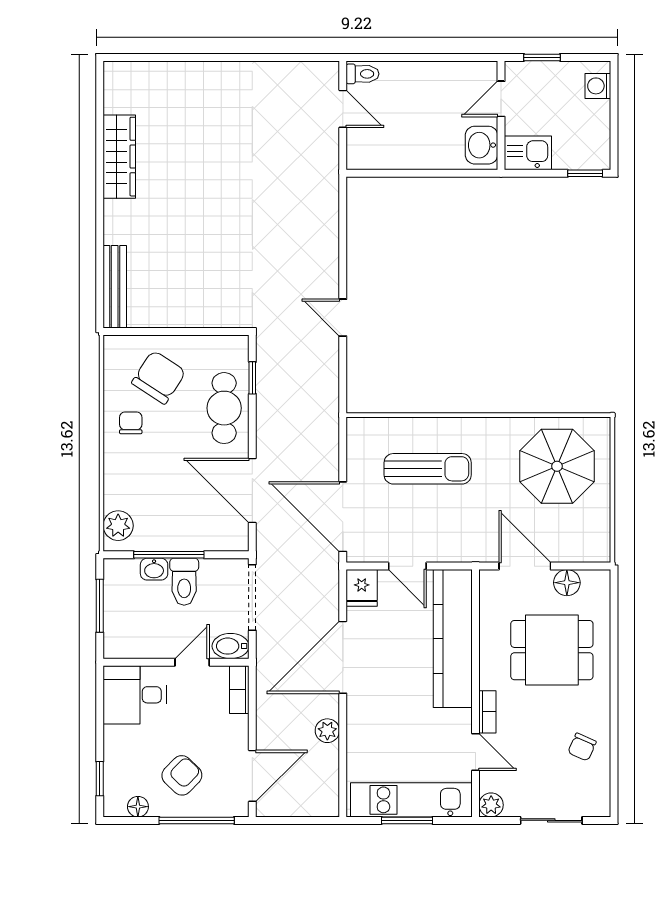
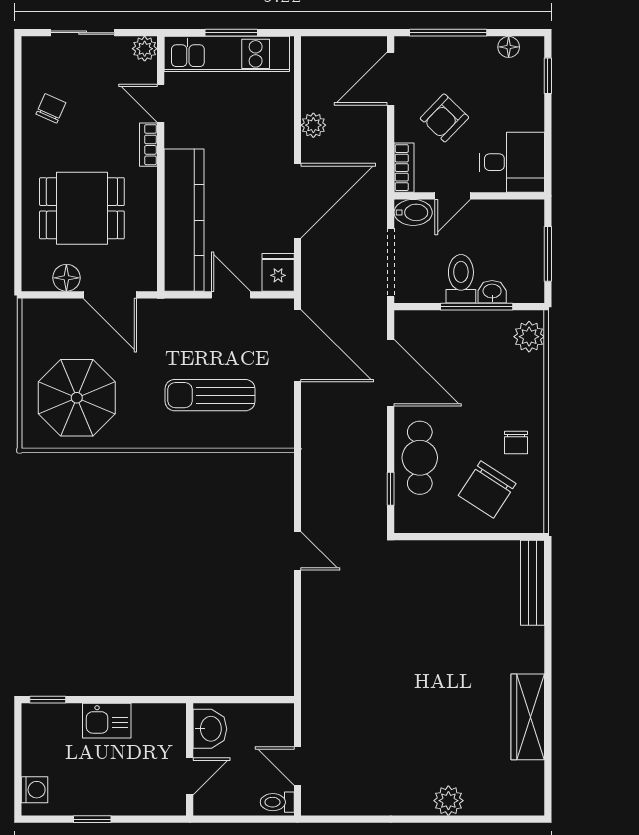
plant: (196, 75) -> (448, 801), added
door: (501, 99) -> (190, 776), moved
wall: (501, 115) -> (190, 759), moved
washbasin: (481, 145) -> (210, 729), moved
armchair: (182, 775) -> (444, 118), moved

